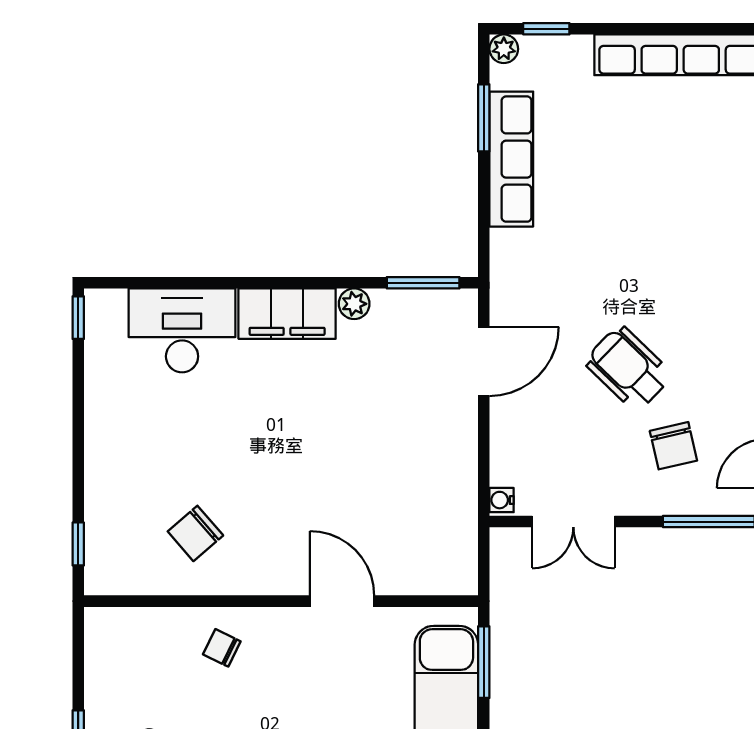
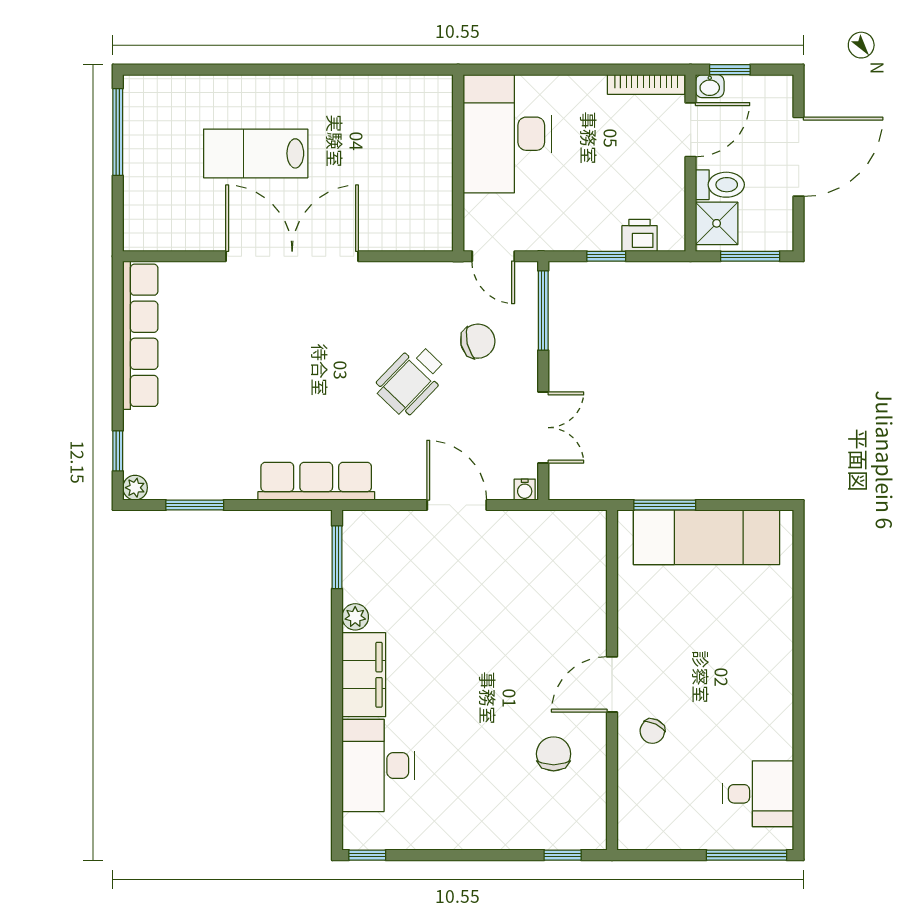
row of seats: (511, 159) -> (316, 481), moved
door: (484, 361) -> (457, 505), moved
chair: (195, 533) -> (554, 754), turned -139
door: (342, 601) -> (612, 684), moved

